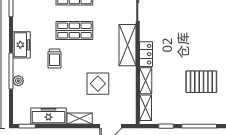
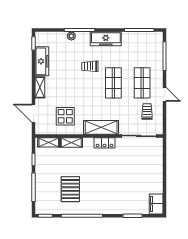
freezer: (22, 45) -> (106, 39), width x1.40
locker: (146, 54) -> (105, 143), moved
display table: (98, 84) -> (65, 116), moved

